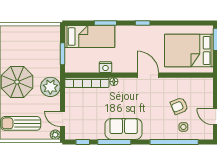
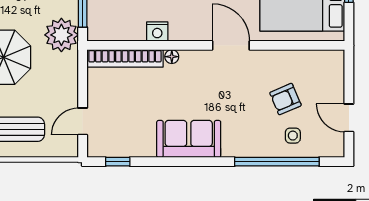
plant: (50, 87) -> (61, 35), moved
door: (63, 119) -> (83, 121), hinge flipped
plant: (55, 135) -> (70, 149), removed
window: (114, 142) -> (173, 162), removed

